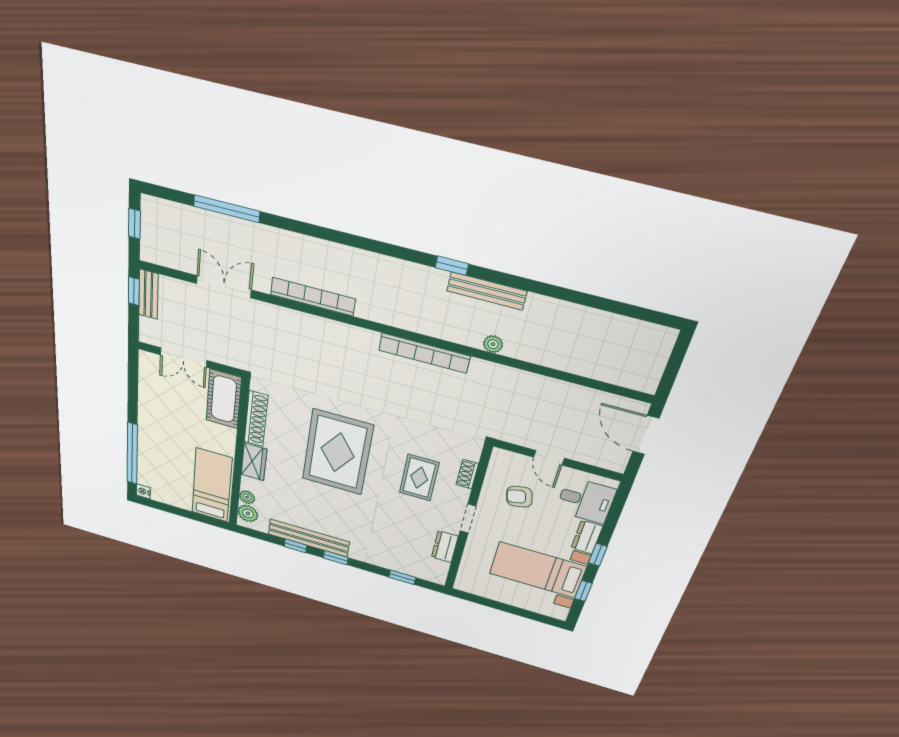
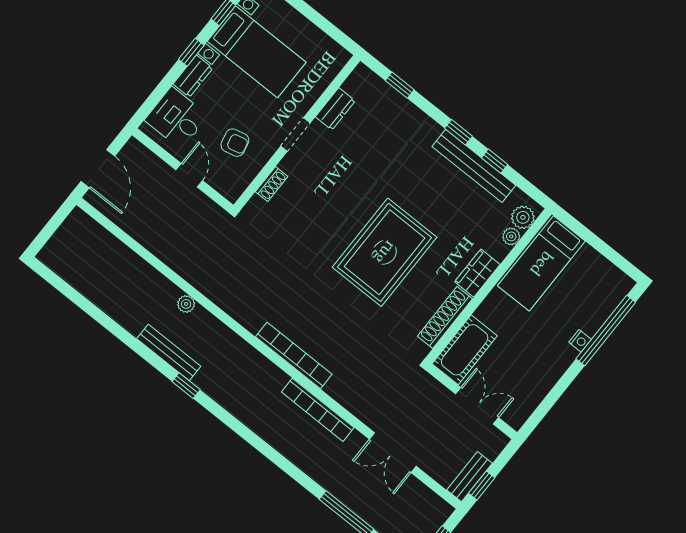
bookcase: (424, 353) -> (294, 355), moved
rug: (419, 478) -> (319, 196), removed
nightstand: (143, 491) -> (580, 341), moved

